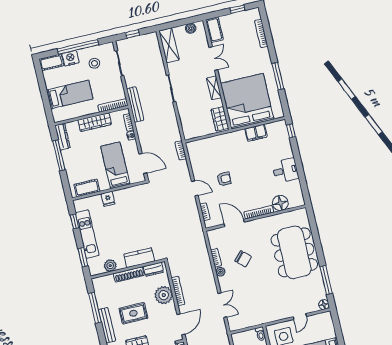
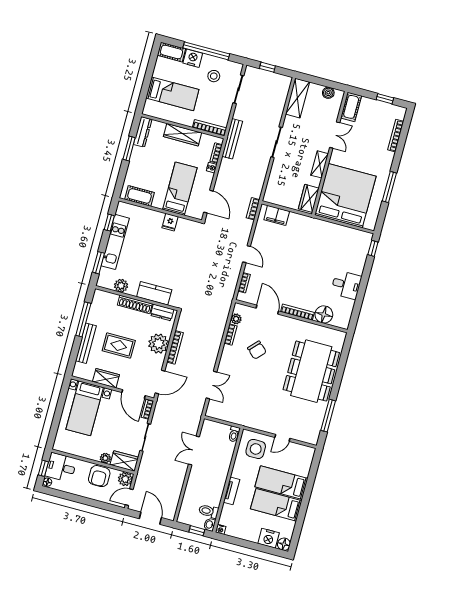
filing cabinet: (256, 133) -> (277, 215), moved
window: (59, 155) -> (129, 148), width x0.69
armchair: (224, 179) -> (281, 260), removed
fridge: (108, 199) -> (170, 222), moved
plant: (220, 272) -> (236, 319), moved
floor lamp: (324, 305) -> (313, 439), removed

